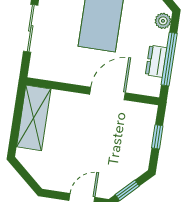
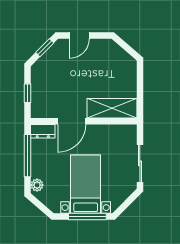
dresser: (156, 61) -> (43, 131), moved, turned 90
shelving: (34, 118) -> (112, 108), moved, turned 90

